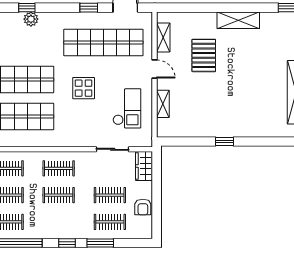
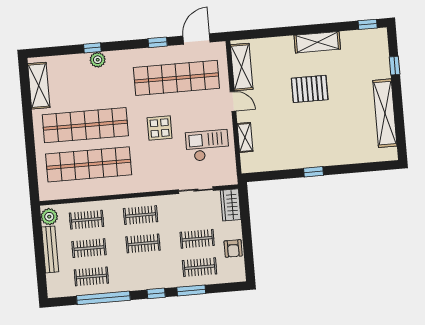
shelving: (163, 37) -> (242, 67), width x1.50, depth x1.33
pallet: (204, 55) -> (310, 89), moved, turned 90
checkout: (127, 108) -> (207, 146), turned -90

